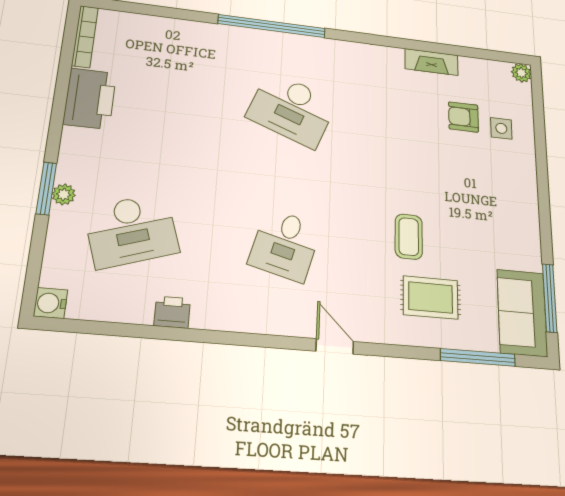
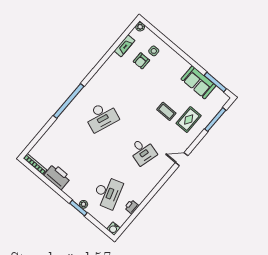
fireplace: (431, 62) -> (124, 46), moved
printer: (172, 312) -> (132, 207), moved
sofa: (522, 313) -> (198, 82), moved

